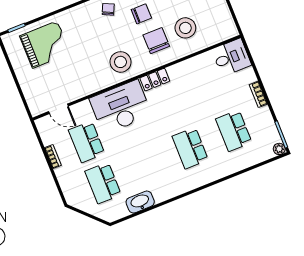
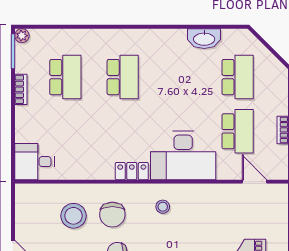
stool: (121, 62) -> (163, 207), width x0.53, depth x0.53
bookcase: (258, 94) -> (21, 89), moved

